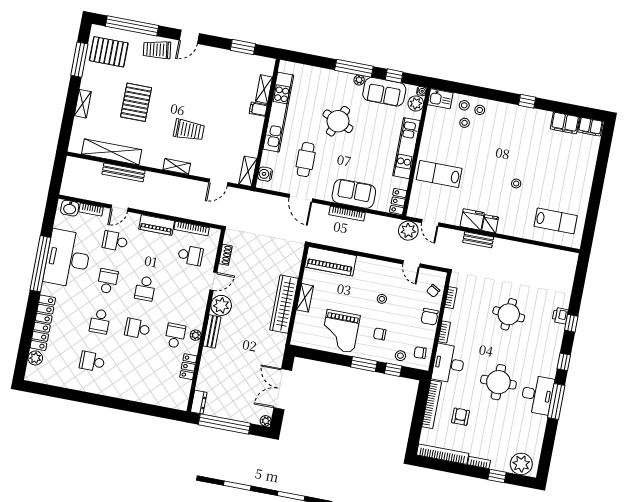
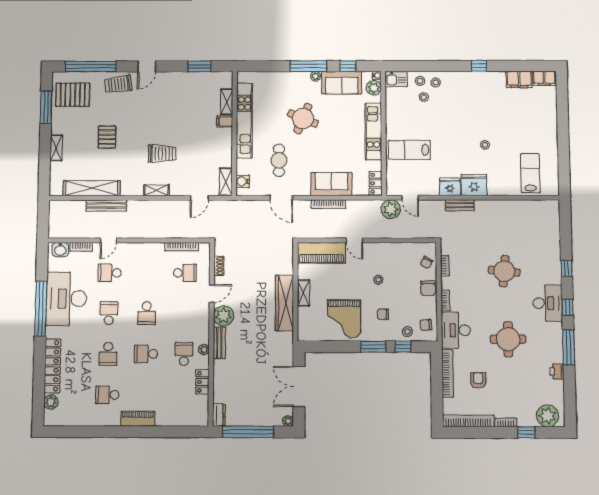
pallet: (136, 102) -> (107, 137), width x0.67, depth x0.71
lab bench: (556, 221) -> (530, 173), turned -90
fridge: (490, 224) -> (474, 185), width x1.88, depth x1.34
piano: (157, 225) -> (138, 419), moved, turned 180
door: (411, 264) -> (354, 240), moved
printer: (560, 316) -> (557, 371), moved
desk: (537, 395) -> (548, 303), moved

